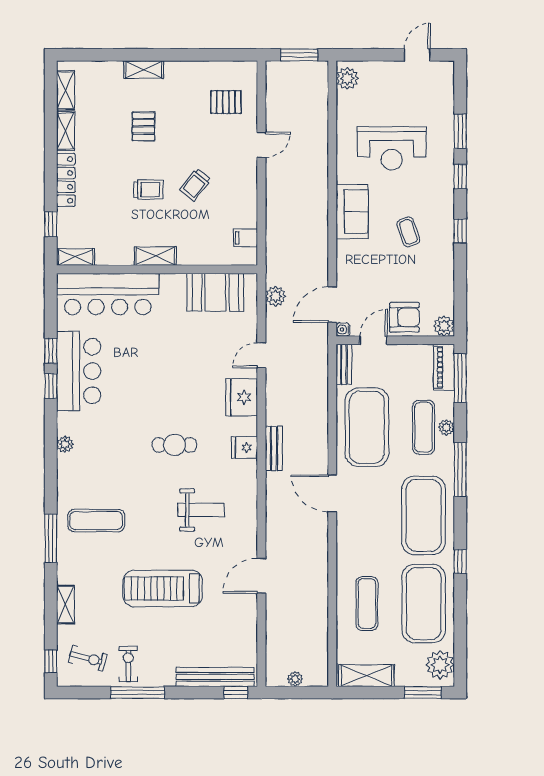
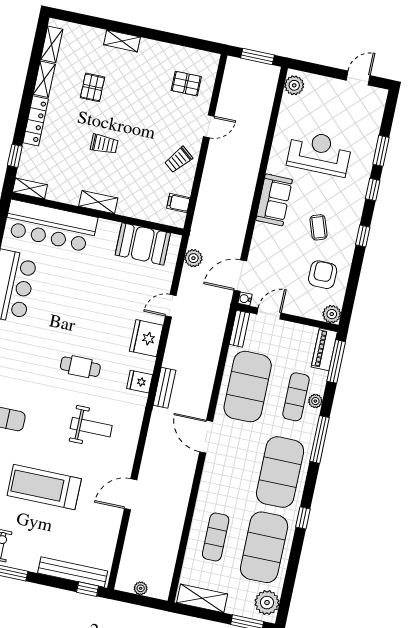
pallet: (143, 126) -> (92, 87), moved
reception desk: (392, 148) -> (319, 153), turned 180
trolley: (195, 185) -> (179, 160), moved
armchair: (404, 317) -> (323, 275), moved, turned -90

